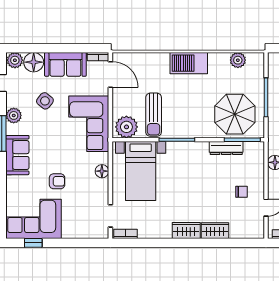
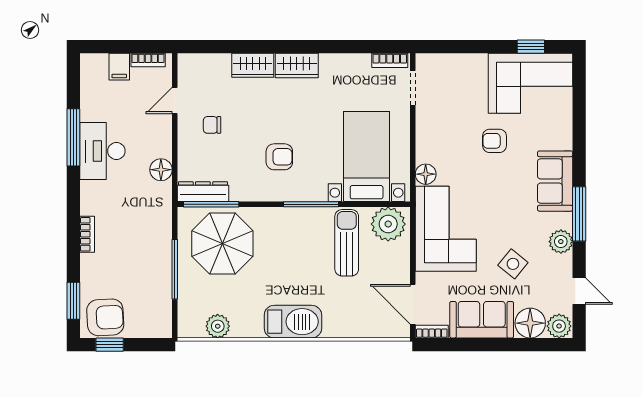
dresser: (226, 148) -> (203, 192), moved
floor lamp: (102, 171) -> (426, 174), moved
armchair: (198, 171) -> (279, 157), added

